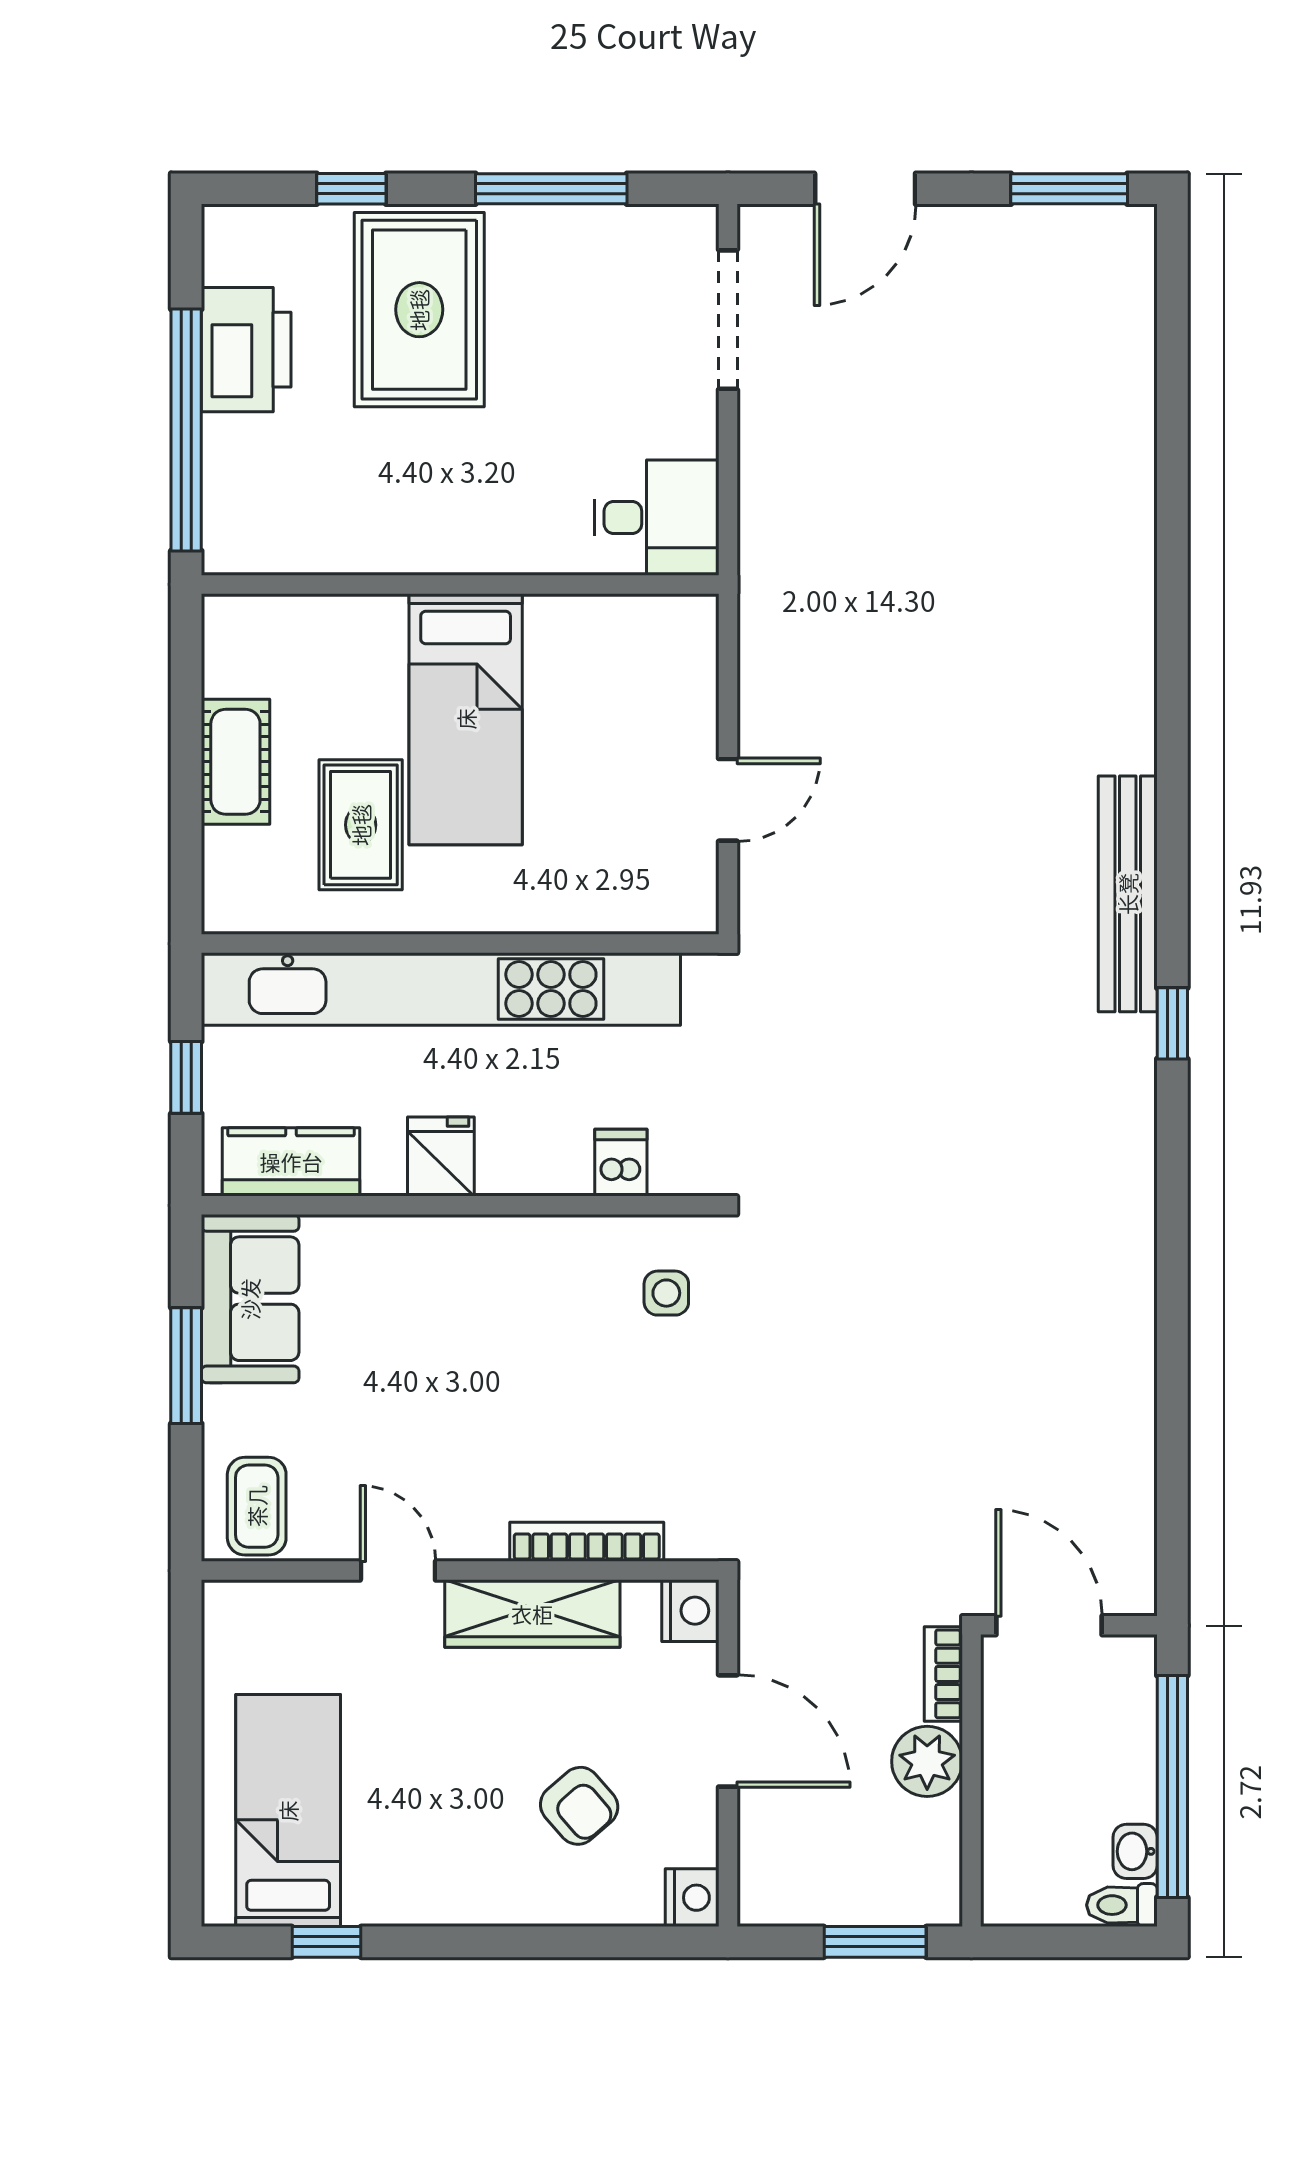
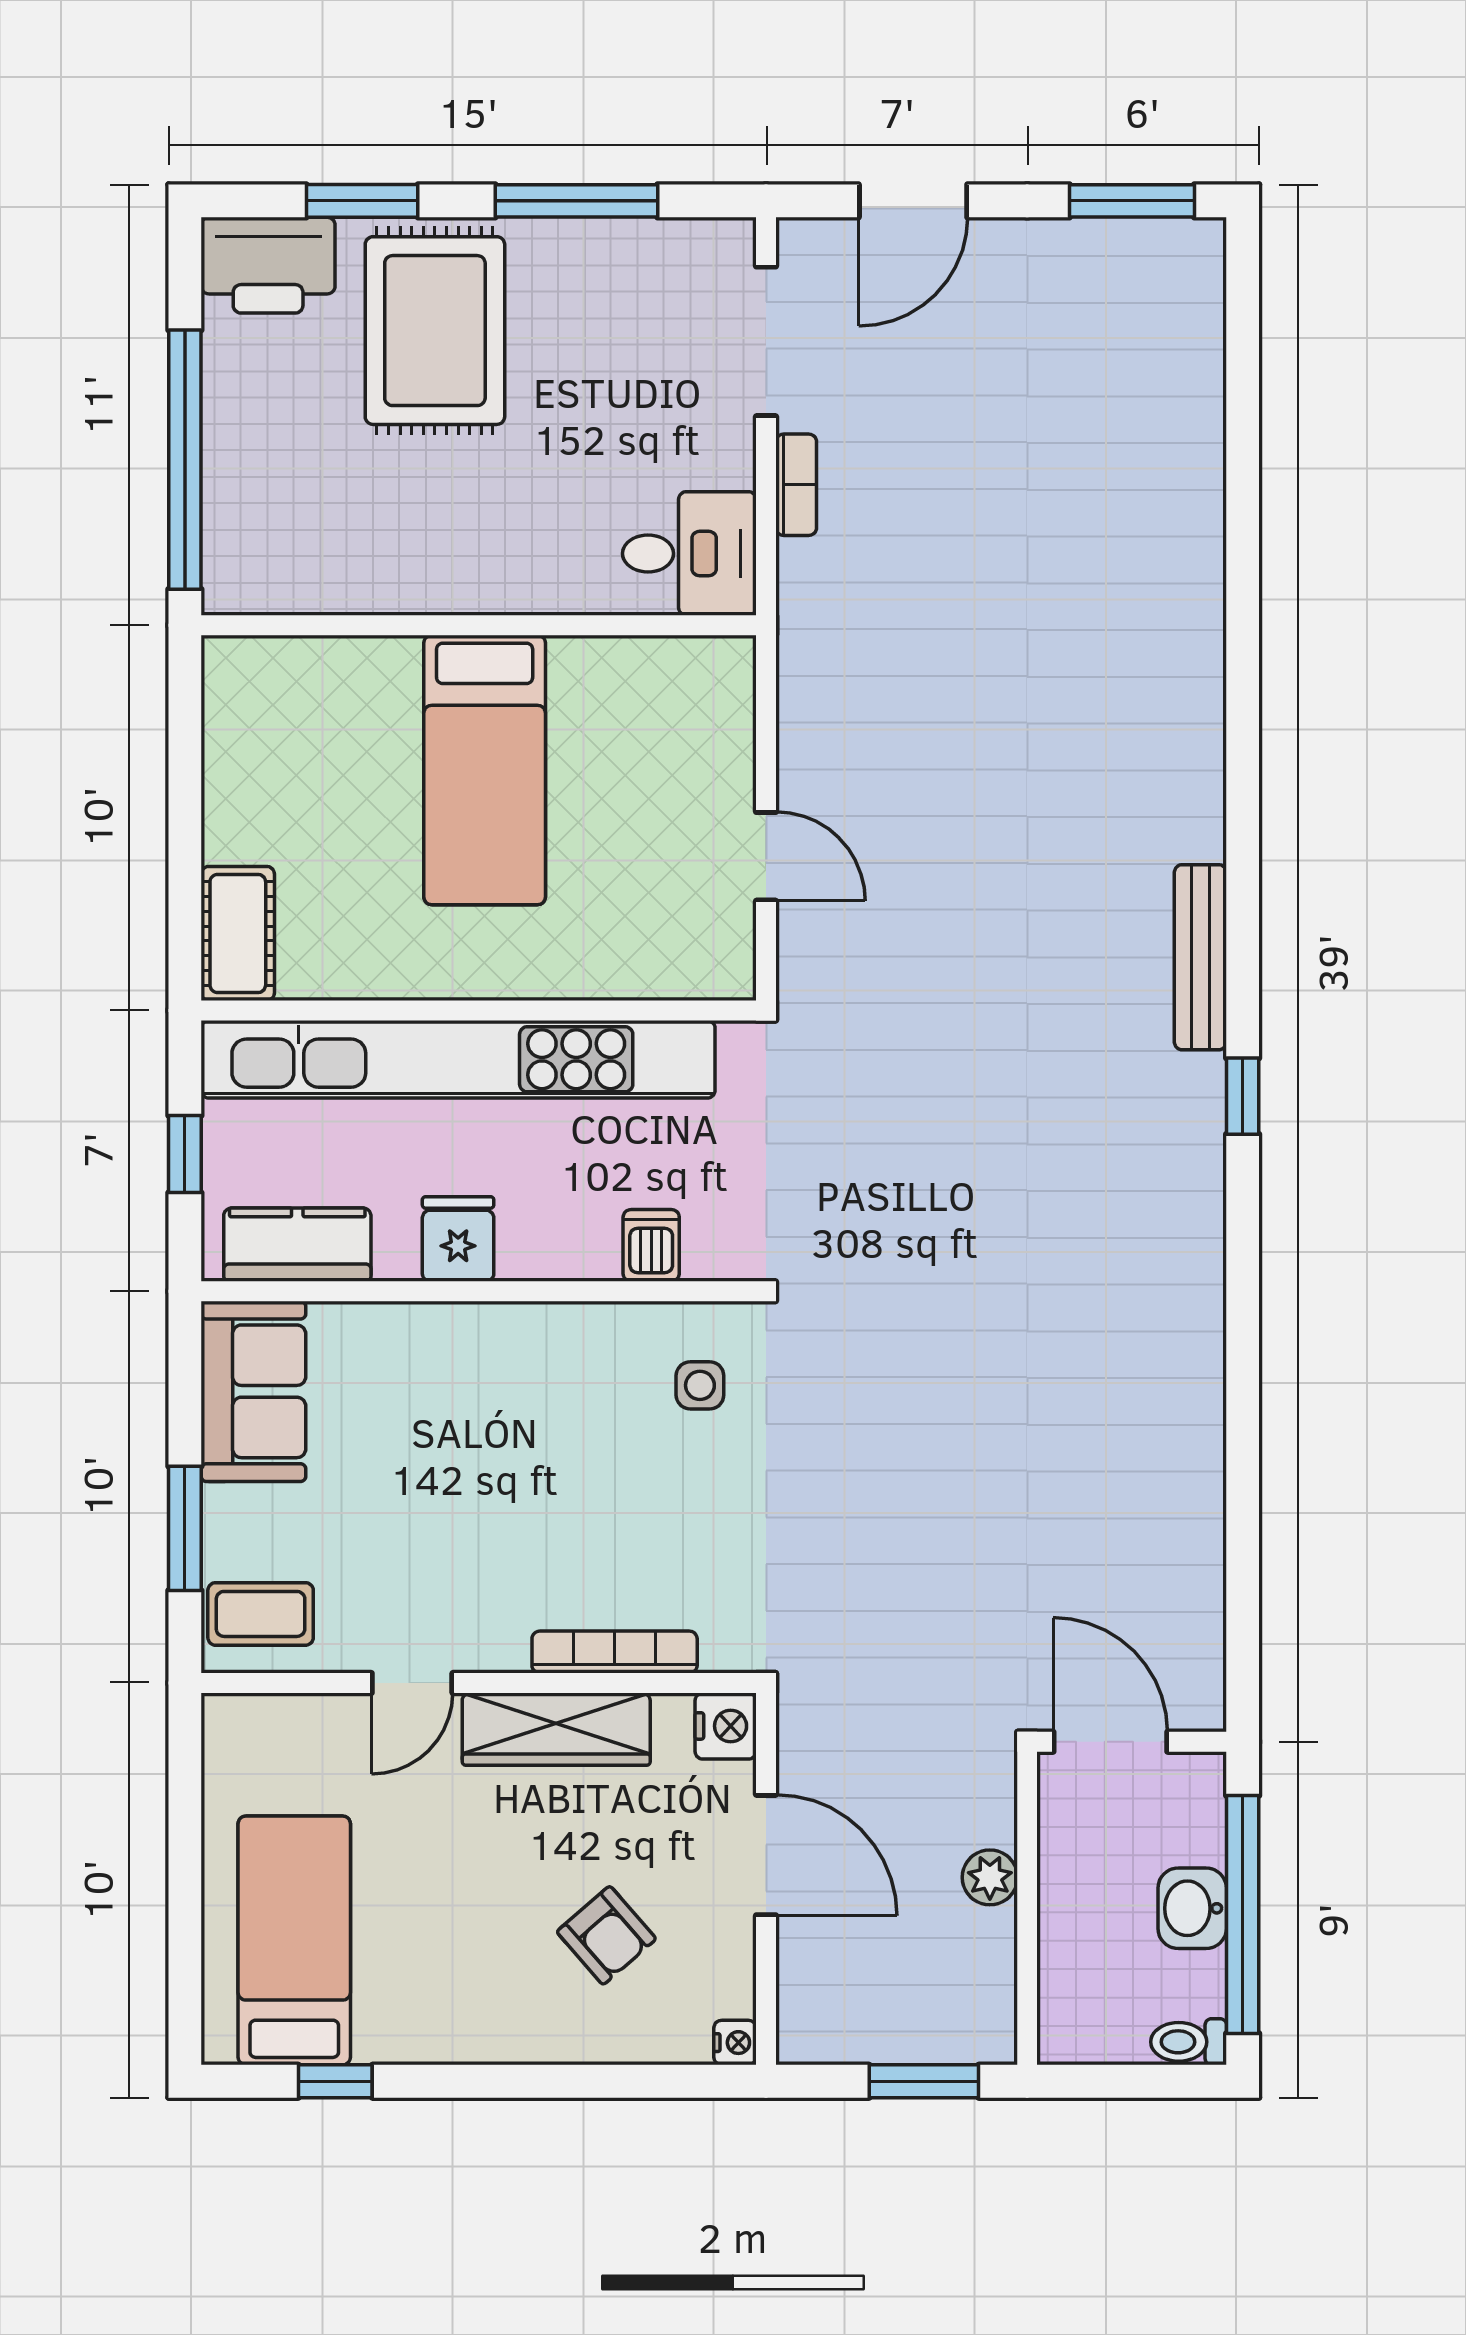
window: (351, 189) -> (362, 201), width x1.50
printer: (246, 350) -> (268, 265), moved, turned 90
cot: (235, 762) -> (238, 933), moved
door: (728, 800) -> (766, 856), hinge flipped
rug: (361, 825) -> (372, 883), removed
bench: (1128, 894) -> (1200, 957), width x0.73, depth x0.82
window: (186, 1366) -> (185, 1528), moved
coffee table: (257, 1506) -> (261, 1614), turned 90
door: (398, 1571) -> (412, 1683), swing flipped
bookcase: (943, 1674) -> (796, 485), moved, turned 180
plant: (927, 1761) -> (990, 1877), width x0.73, depth x0.73
washbasin: (1135, 1851) -> (1192, 1908), moved, width x1.38, depth x1.45
nightstand: (692, 1898) -> (735, 2043), width x0.72, depth x0.74

